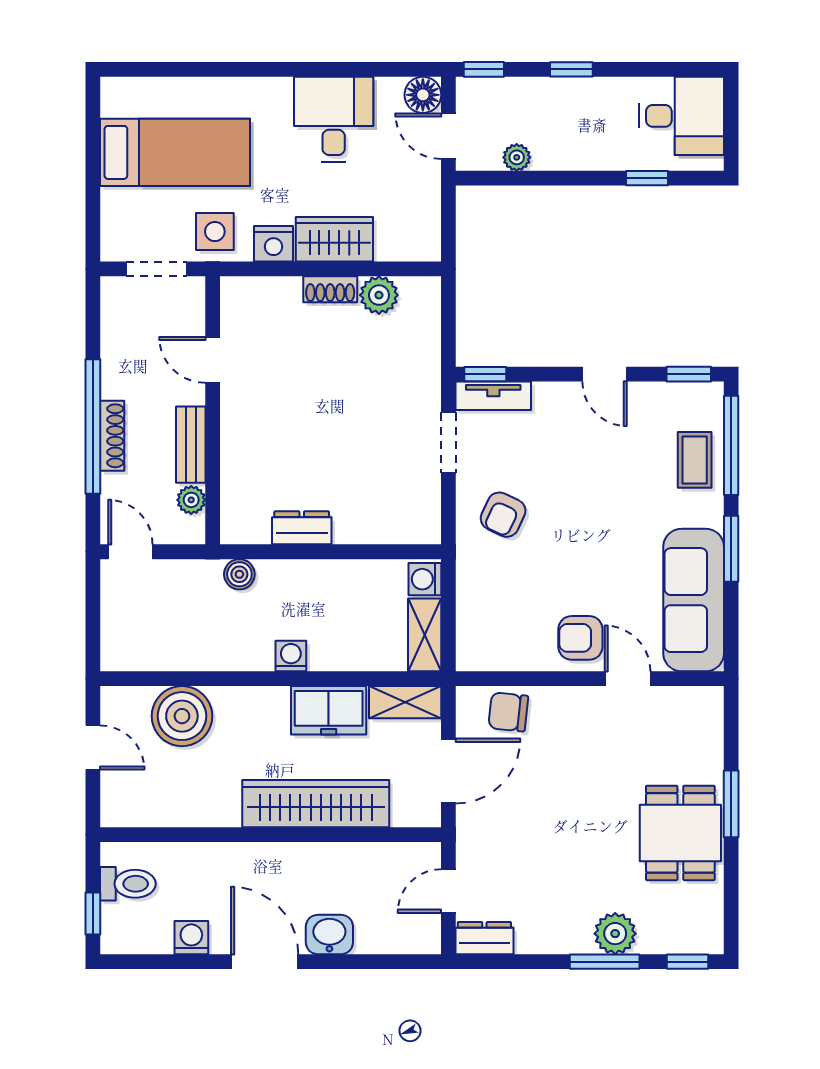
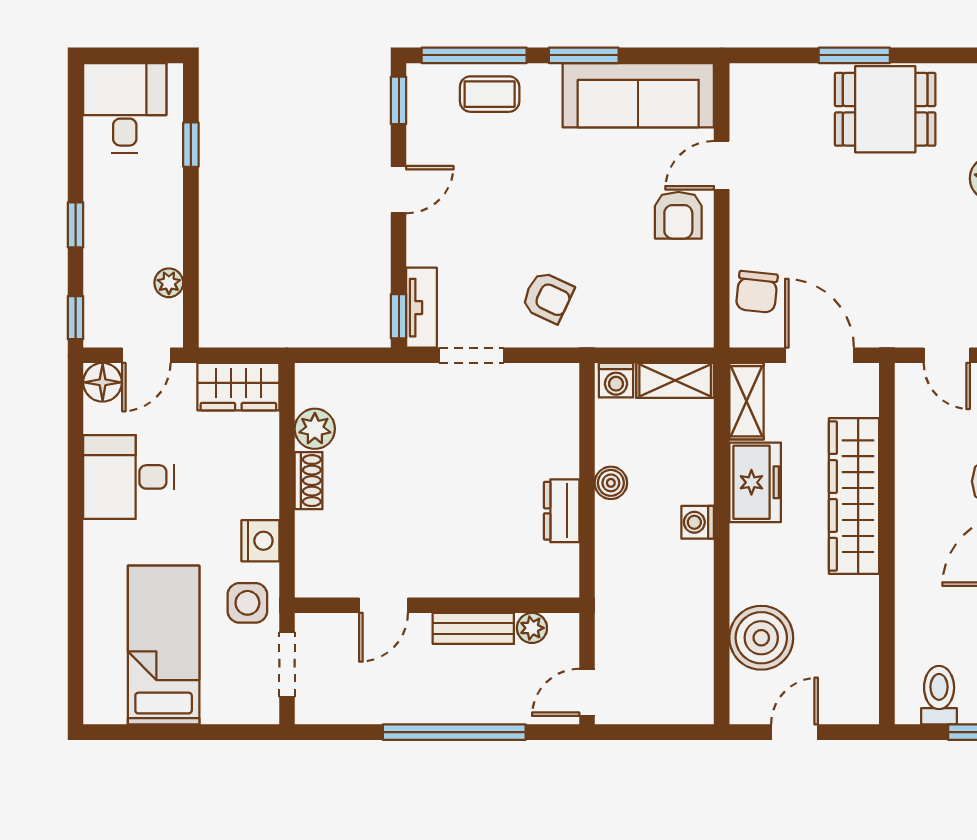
wardrobe: (334, 239) -> (238, 387), moved, turned -90
shoe rack: (112, 436) -> (464, 712), removed
boiler: (239, 574) -> (611, 483), moved

